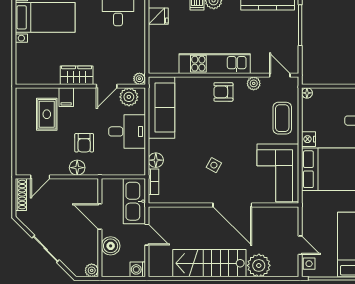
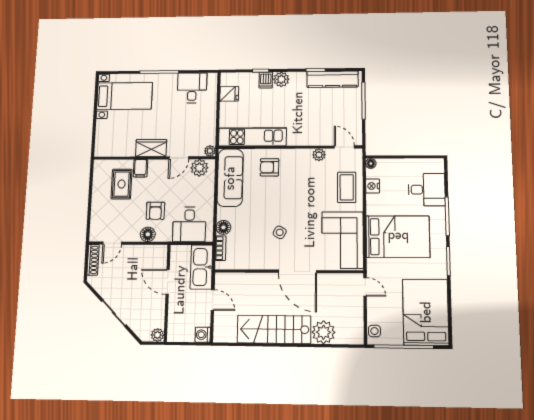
kitchen unit: (215, 64) -> (252, 137), moved
armchair: (223, 92) -> (269, 167), moved
desk: (127, 131) -> (189, 224), moved, turned 90
nightstand: (309, 139) -> (373, 186), moved
door: (300, 245) -> (365, 287), moved
boiler: (111, 246) -> (177, 311), removed

